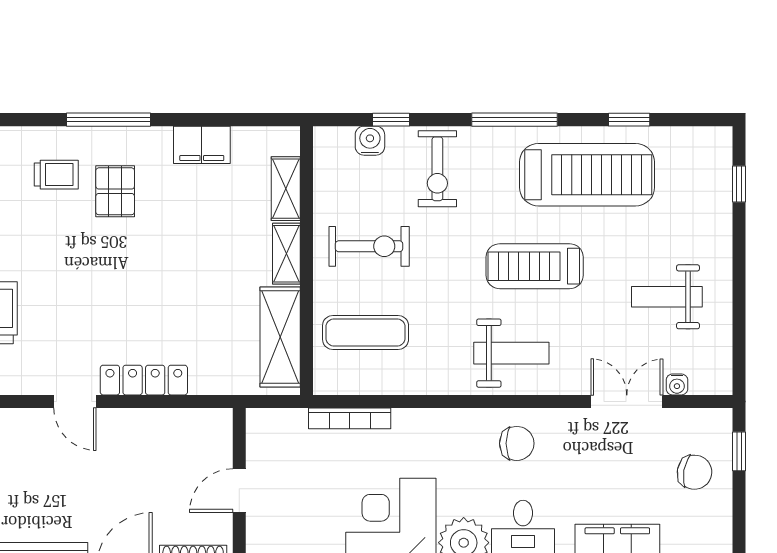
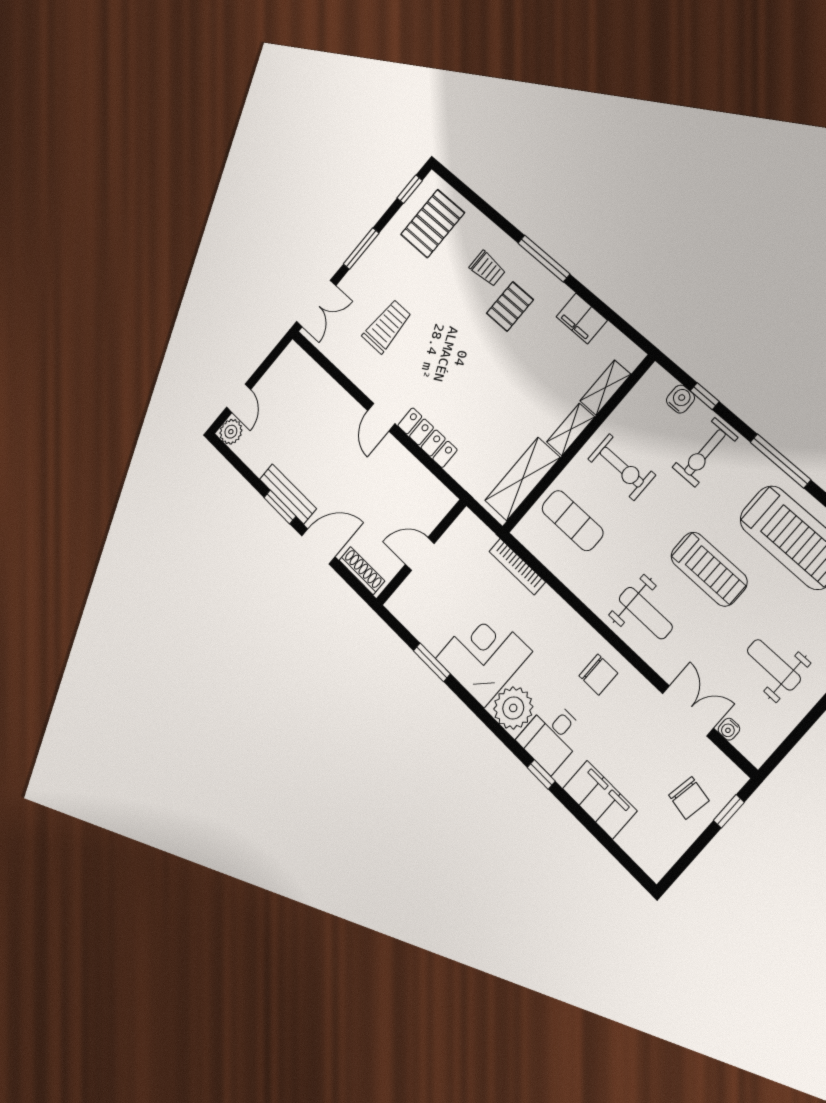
treadmill: (535, 266) -> (709, 569), turned 180

